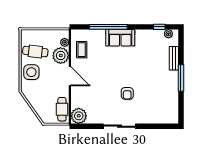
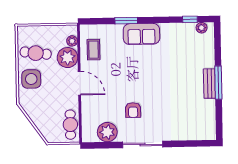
window: (108, 27) -> (126, 21), width x0.47
bench: (174, 58) -> (209, 84), moved
armchair: (127, 93) -> (133, 110), moved
plant: (79, 116) -> (107, 132), moved

